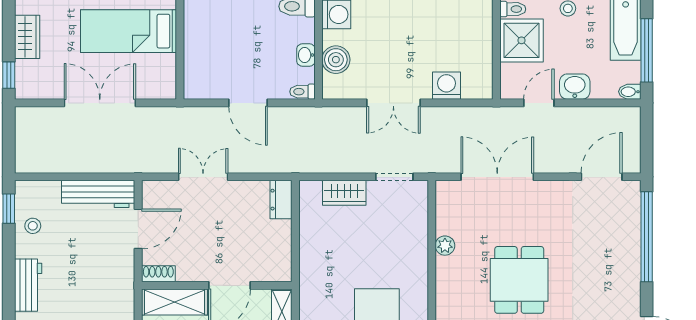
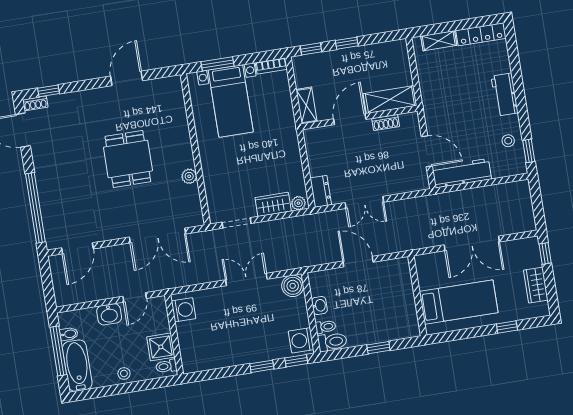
shower: (522, 40) -> (161, 347), width x0.73, depth x0.73
boiler: (336, 60) -> (293, 286), moved
washing machine: (446, 86) -> (184, 310), moved, turned -90
toilet: (302, 92) -> (326, 327), moved
bidet: (630, 92) -> (69, 334), moved
double door: (203, 177) -> (364, 202), moved
plant: (312, 189) -> (298, 203), added
door: (138, 229) -> (427, 151), swing flipped
shoe rack: (158, 274) -> (386, 123), moved

